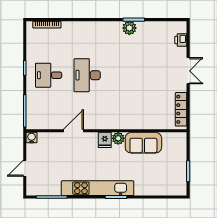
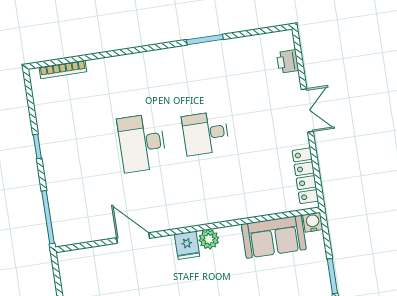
plant: (129, 28) -> (200, 54), removed
desk: (49, 75) -> (206, 133), moved
door: (73, 131) -> (133, 238), hinge flipped
water cooler: (32, 138) -> (313, 222), moved
sofa: (143, 143) -> (274, 237), moved

